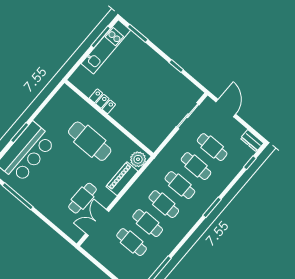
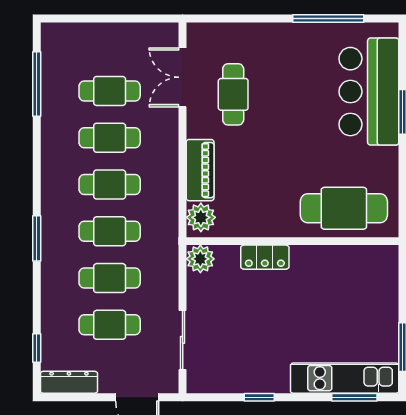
kitchen unit: (106, 47) -> (345, 378), moved, turned 90
locker: (102, 101) -> (265, 257), moved
cafe table: (90, 141) -> (344, 208), moved
dresser: (252, 141) -> (69, 382), width x1.44
plant: (153, 143) -> (200, 259), added
double door: (97, 223) -> (183, 77), swing flipped

